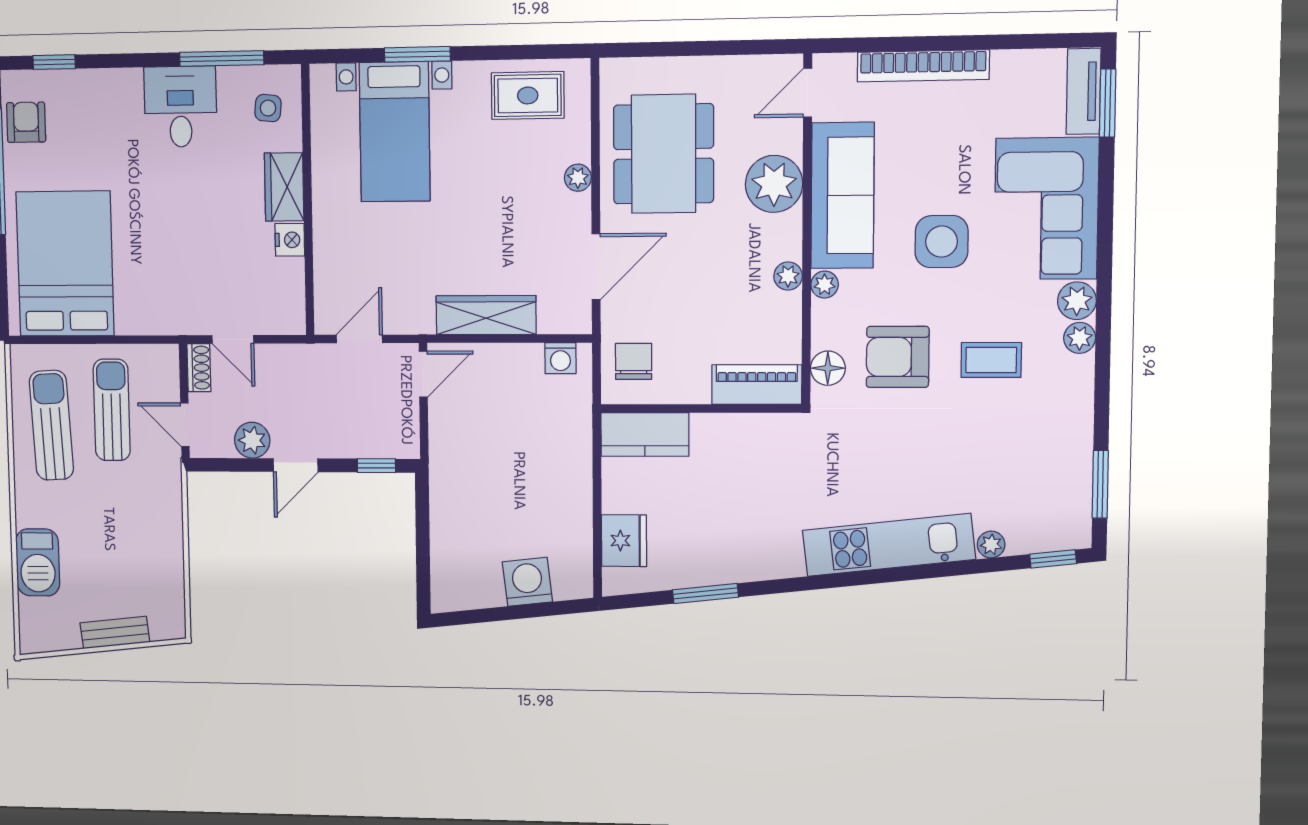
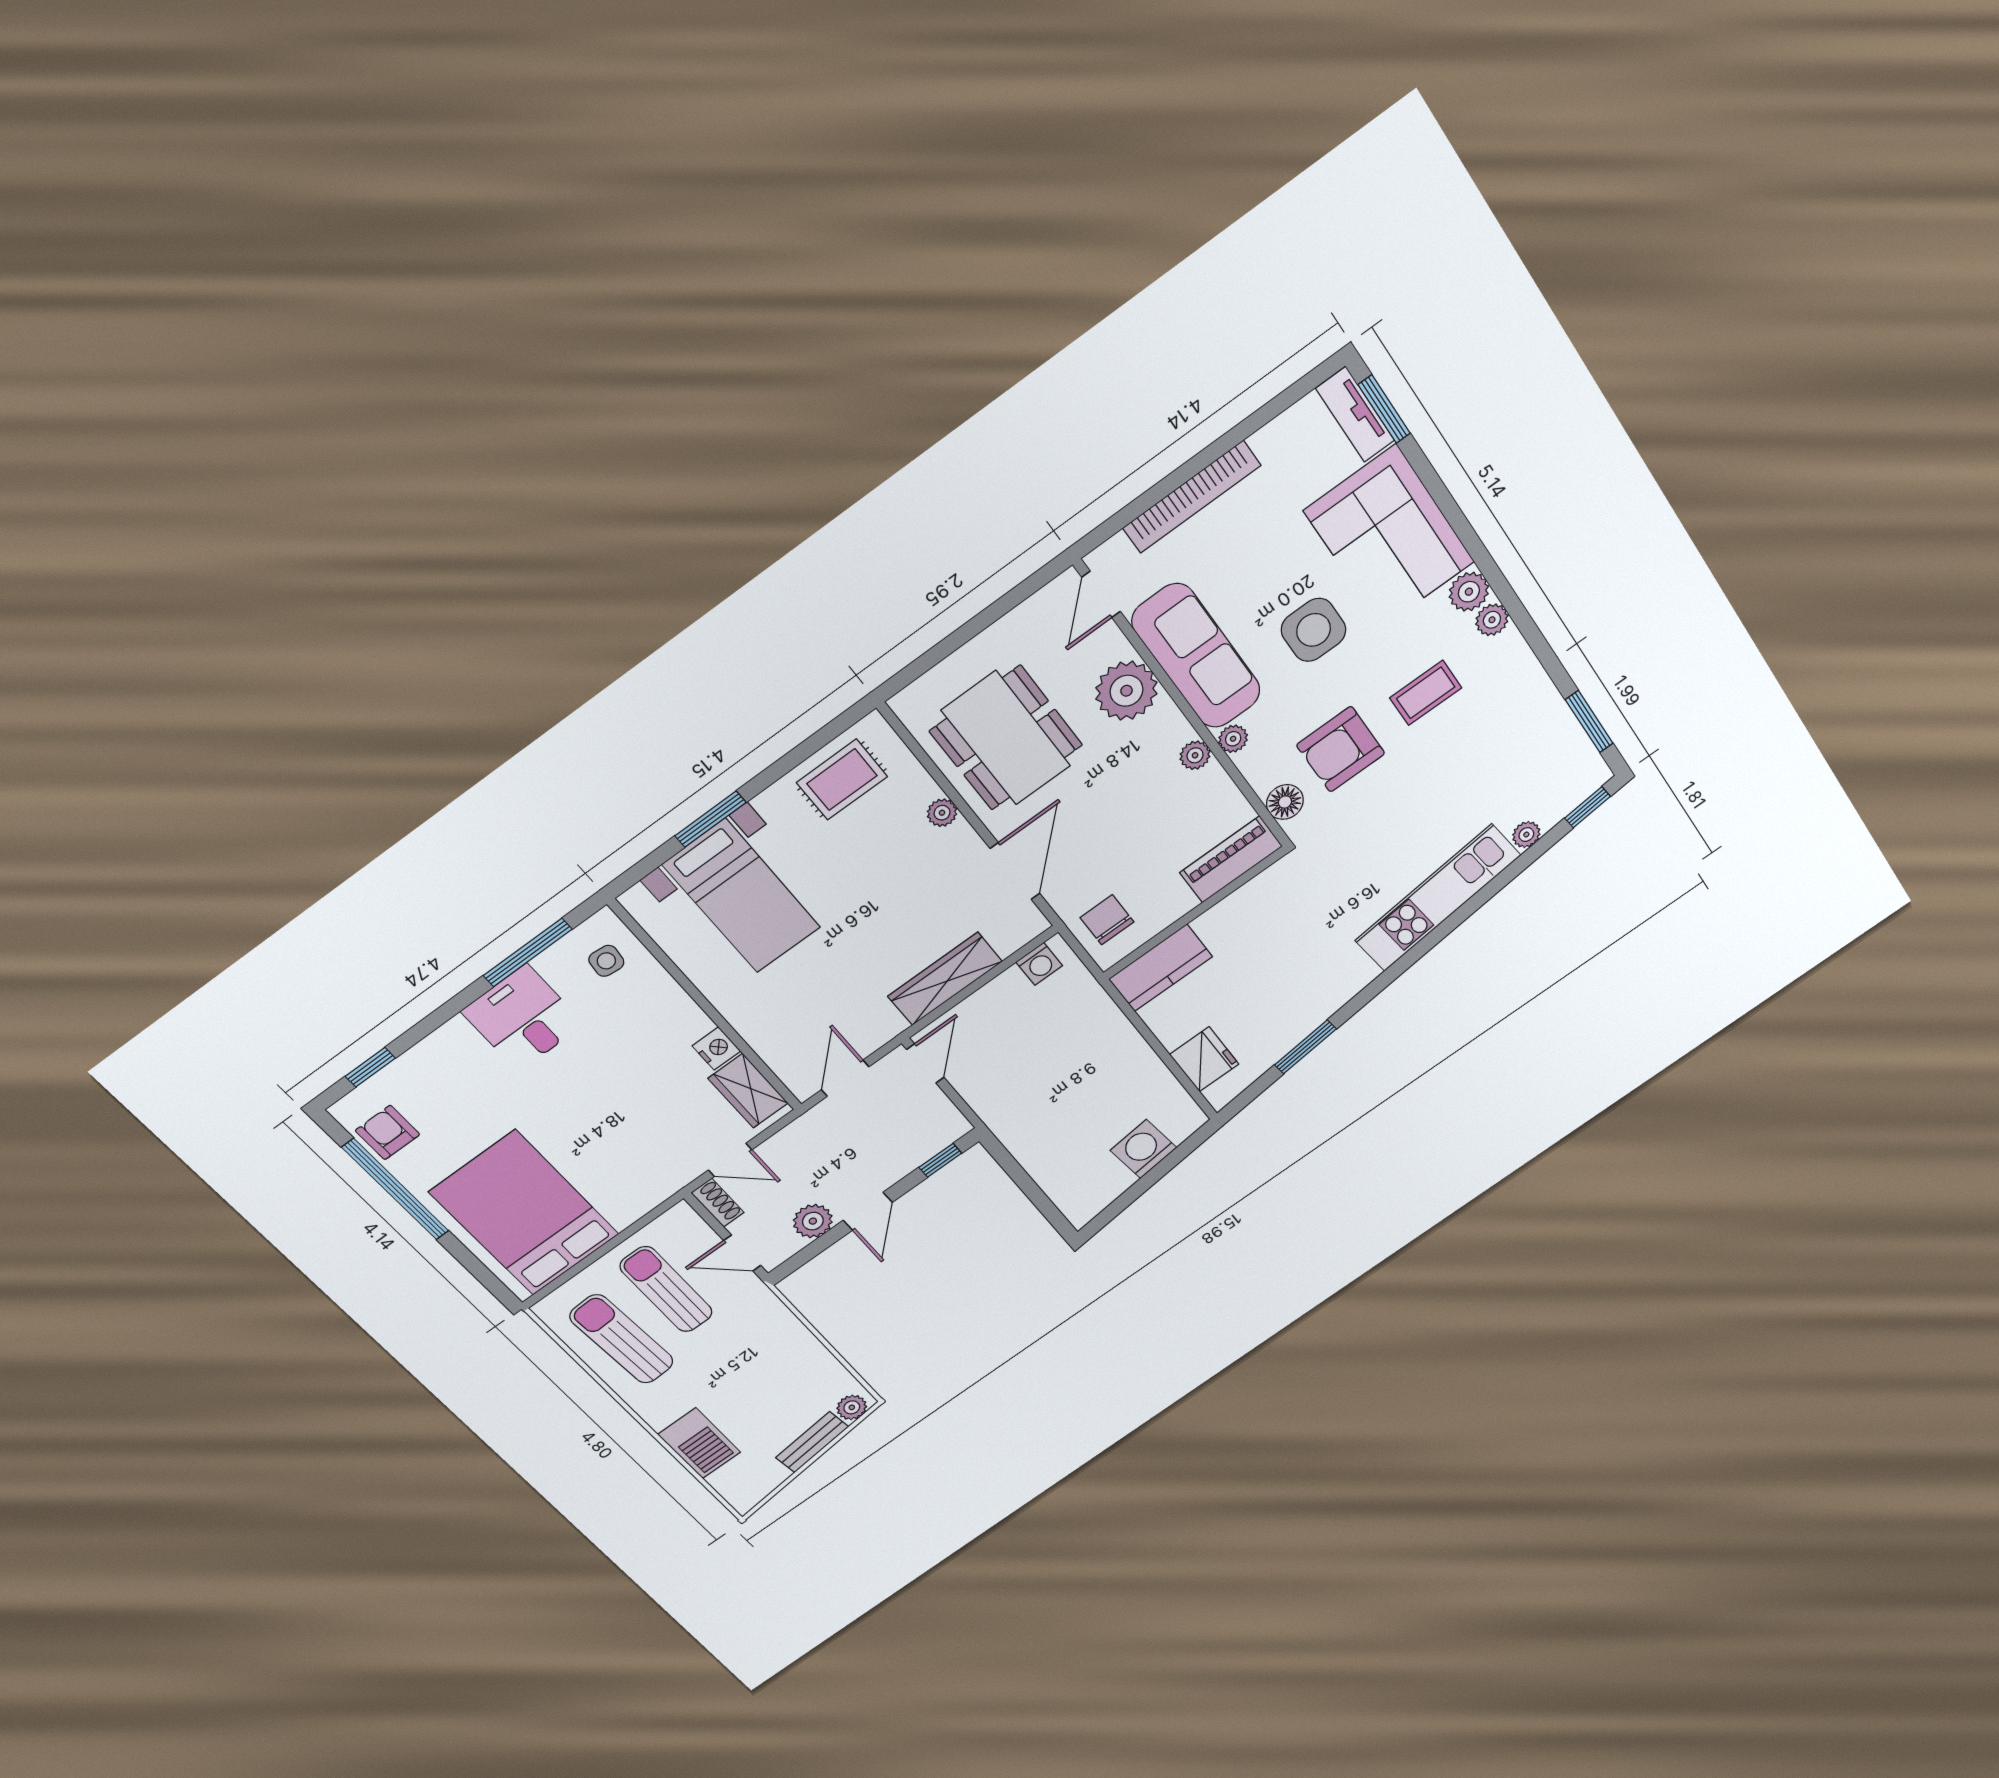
wardrobe: (284, 187) -> (748, 1091), moved
plant: (164, 627) -> (852, 1407), added

